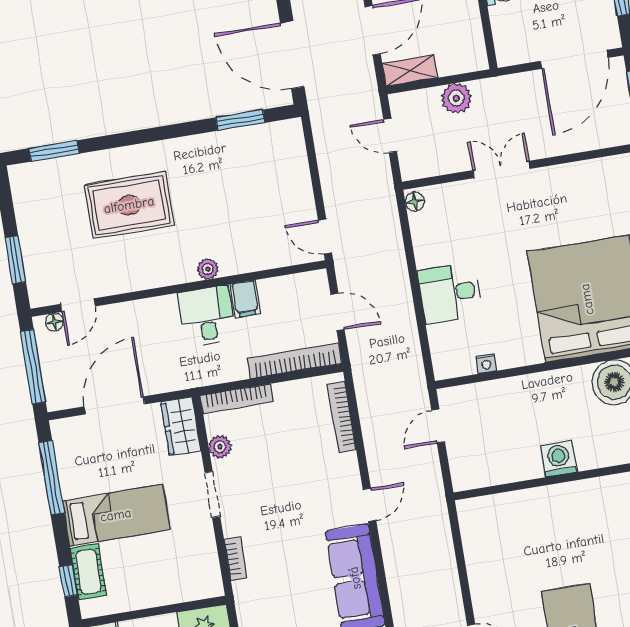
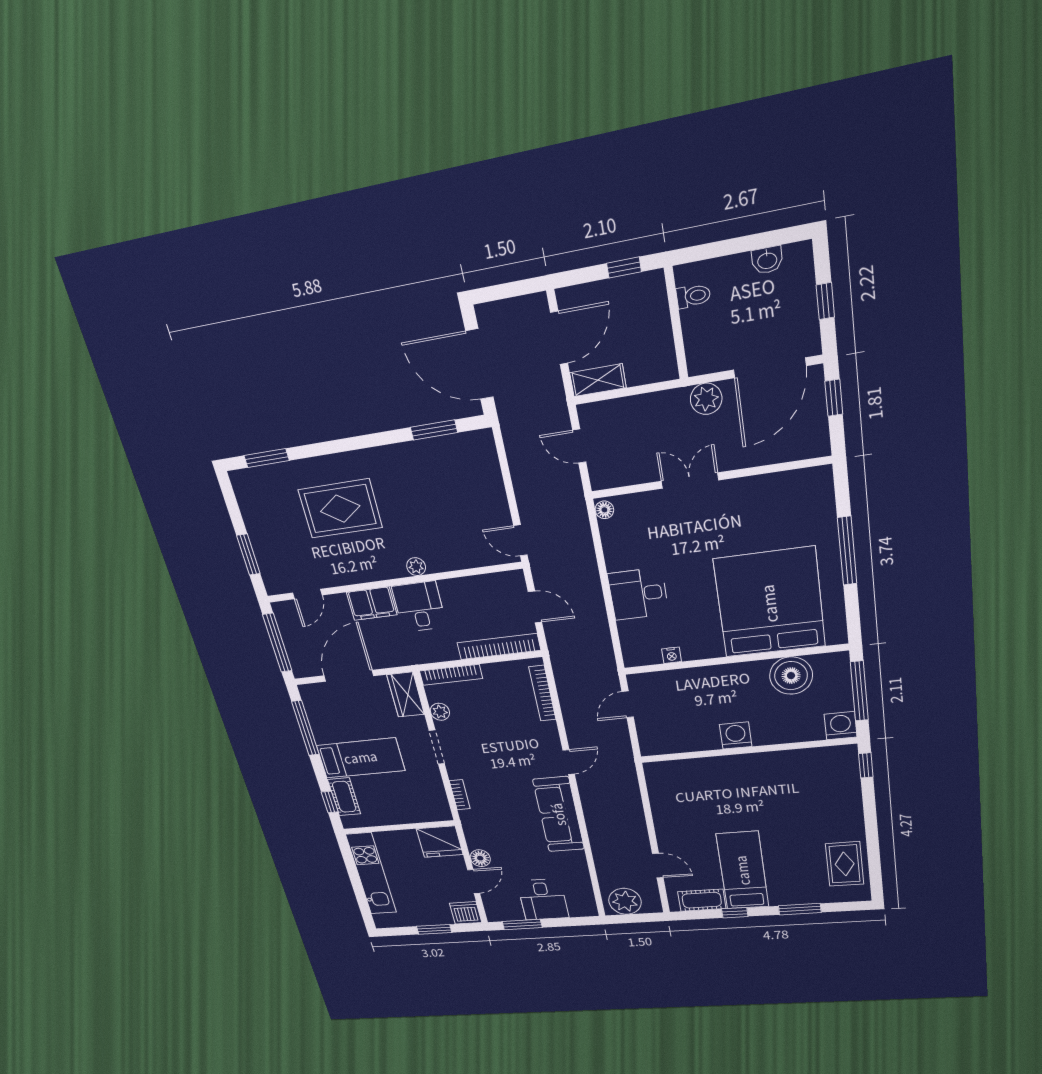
plant: (456, 98) -> (706, 399), moved
filing cabinet: (245, 299) -> (372, 604), moved, width x2.00
floor lamp: (54, 322) -> (289, 607), removed

